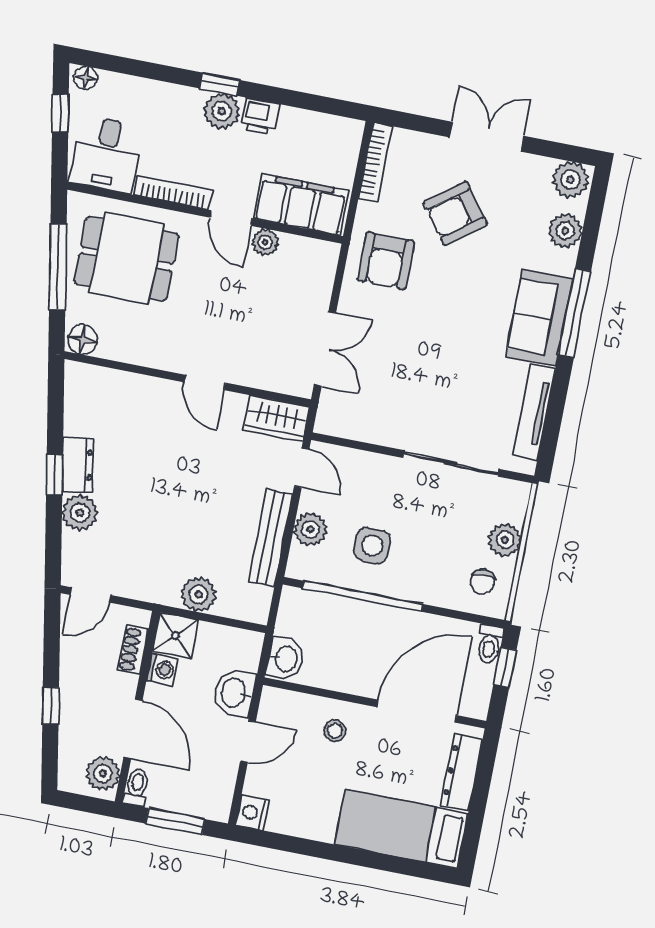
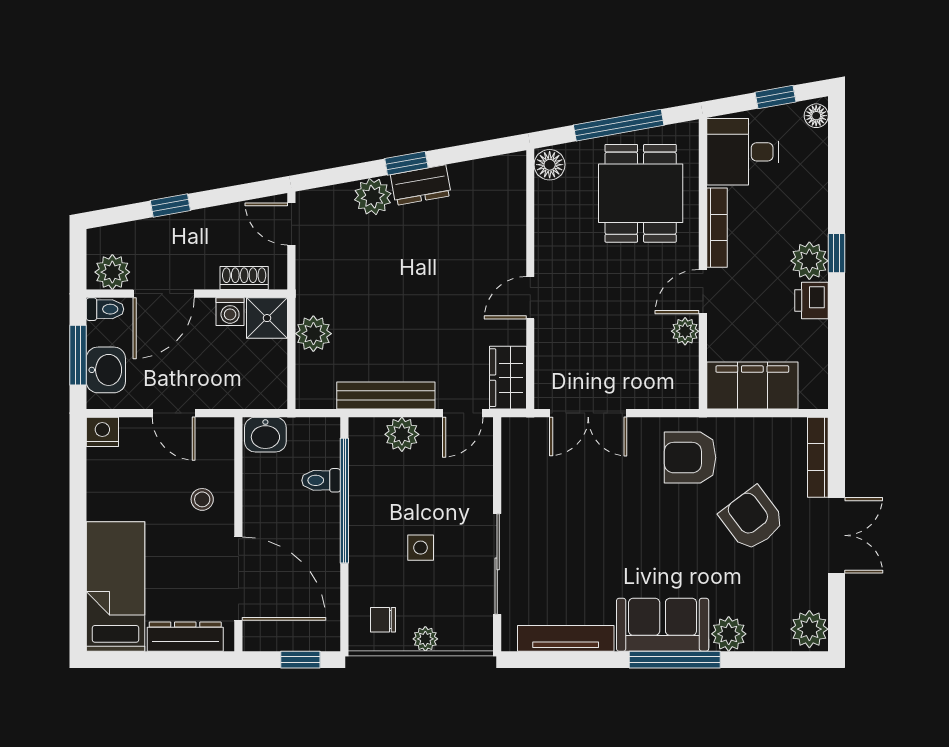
bookcase: (376, 162) -> (818, 457), moved, turned 90
filing cabinet: (301, 204) -> (752, 386), moved, turned -90
plant: (565, 231) -> (729, 634), moved
plant: (505, 540) -> (425, 639), width x0.73, depth x0.73
side table: (372, 546) -> (421, 548), moved, width x0.73, depth x0.73
toilet: (490, 644) -> (321, 480), moved
washbasin: (234, 693) -> (106, 370), moved, turned 90

